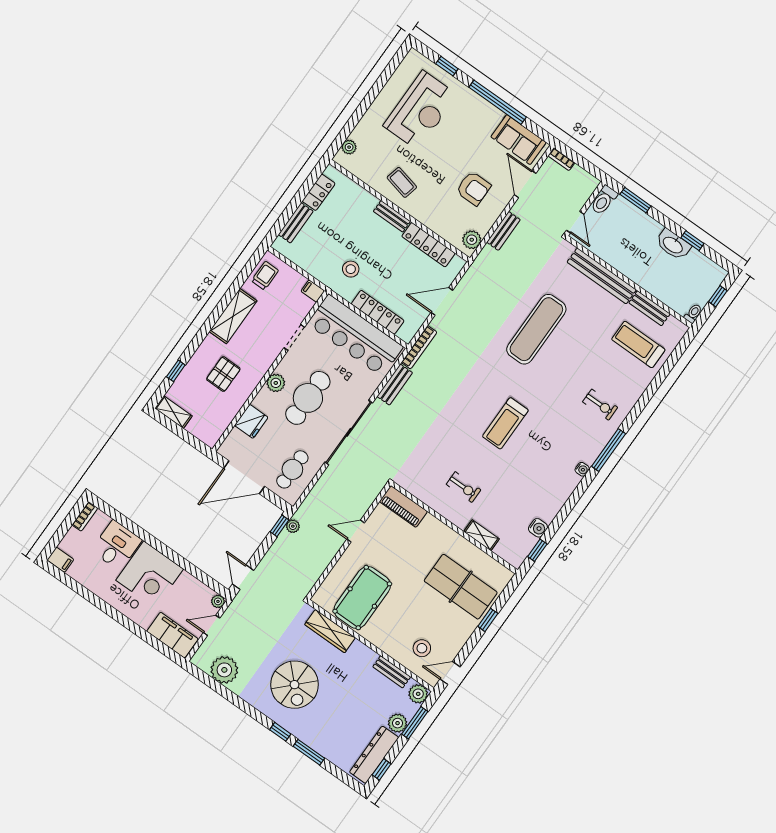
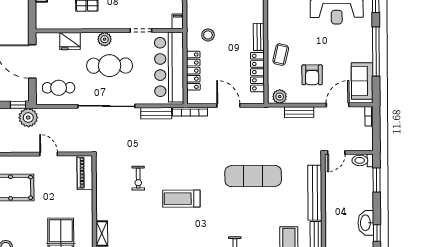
coffee table: (402, 182) -> (281, 55), moved
exercise bike: (464, 487) -> (138, 178), moved
plant: (293, 526) -> (28, 118), width x1.87, depth x1.87

